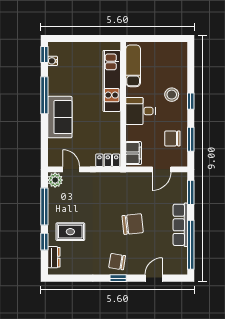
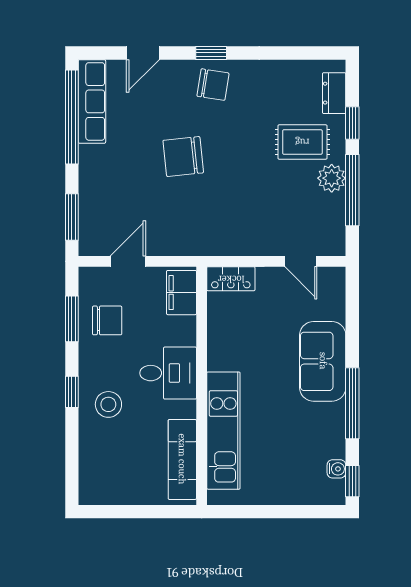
plant: (55, 180) -> (332, 178), moved
row of seats: (180, 225) -> (92, 101), moved

